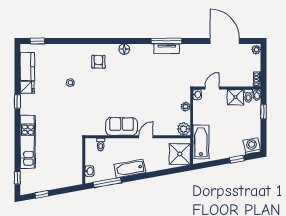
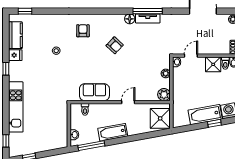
floor lamp: (124, 49) -> (130, 19), moved
armchair: (132, 77) -> (115, 45), added
sofa: (122, 126) -> (94, 92), moved
bathtub: (201, 142) -> (205, 115), moved, turned -100

